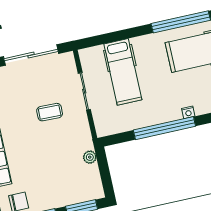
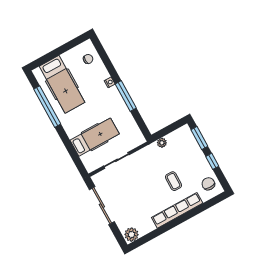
coffee table: (50, 112) -> (173, 181), moved
window: (164, 128) -> (126, 96), width x0.68

